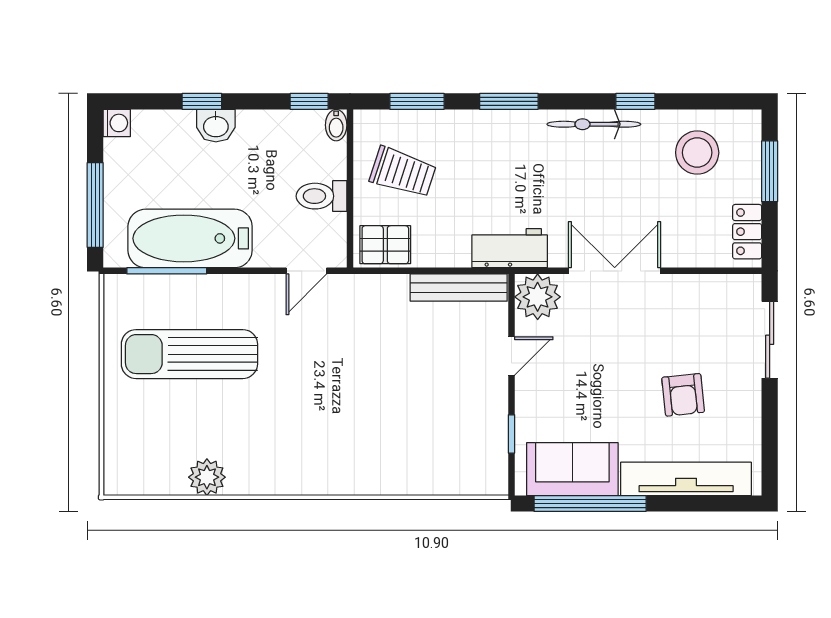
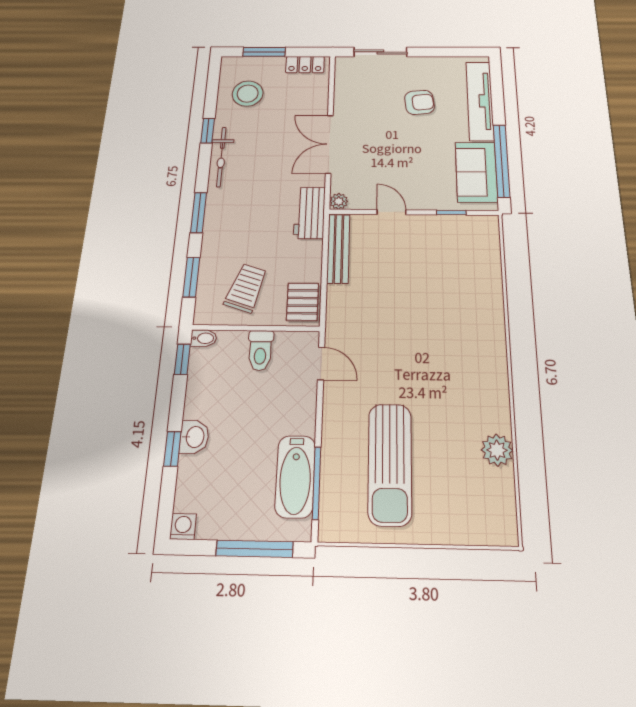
bathtub: (190, 238) -> (295, 476), width x0.73, depth x0.73
plant: (538, 297) -> (339, 201), width x0.53, depth x0.53

